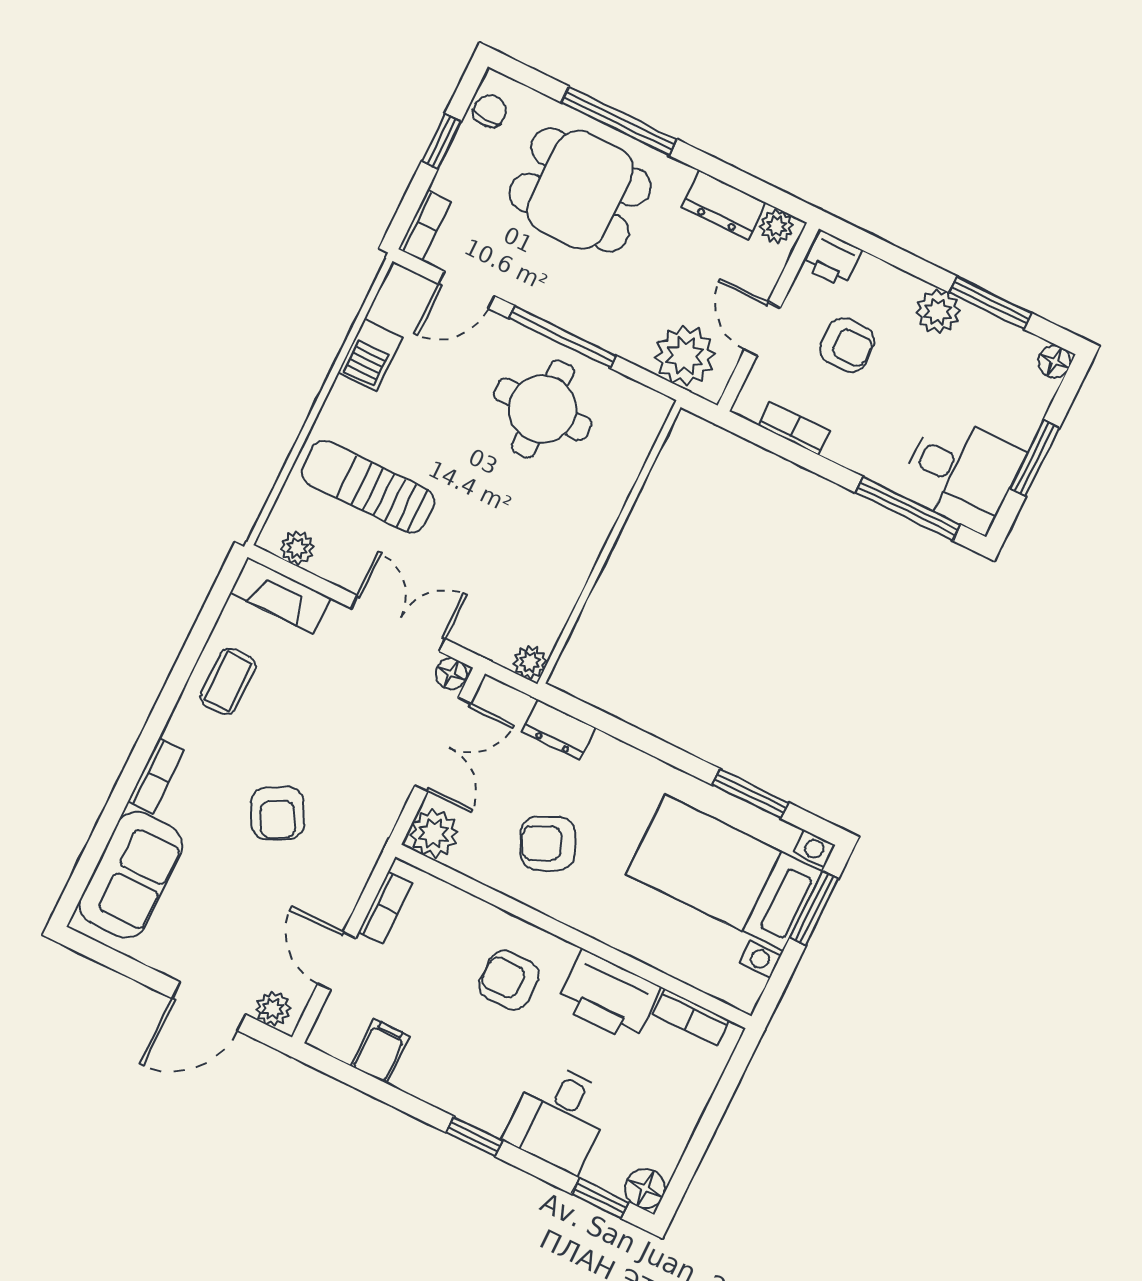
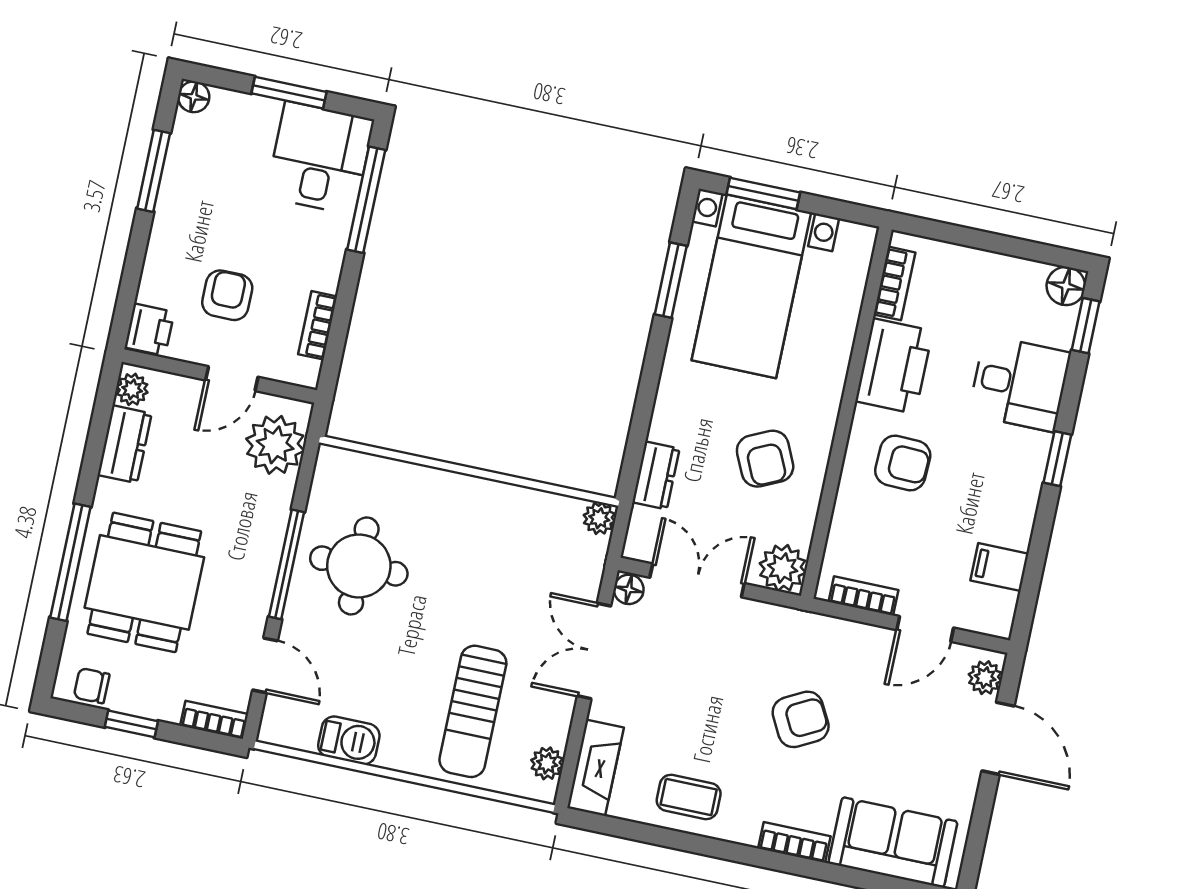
plant: (938, 312) -> (174, 218), removed
armchair: (509, 980) -> (903, 463), turned -88

